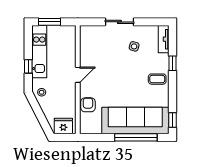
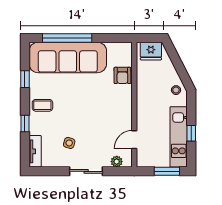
plant: (93, 30) -> (117, 162), added
window: (28, 66) -> (191, 133), moved
door: (78, 75) -> (134, 140), moved
window: (172, 120) -> (25, 79), moved

